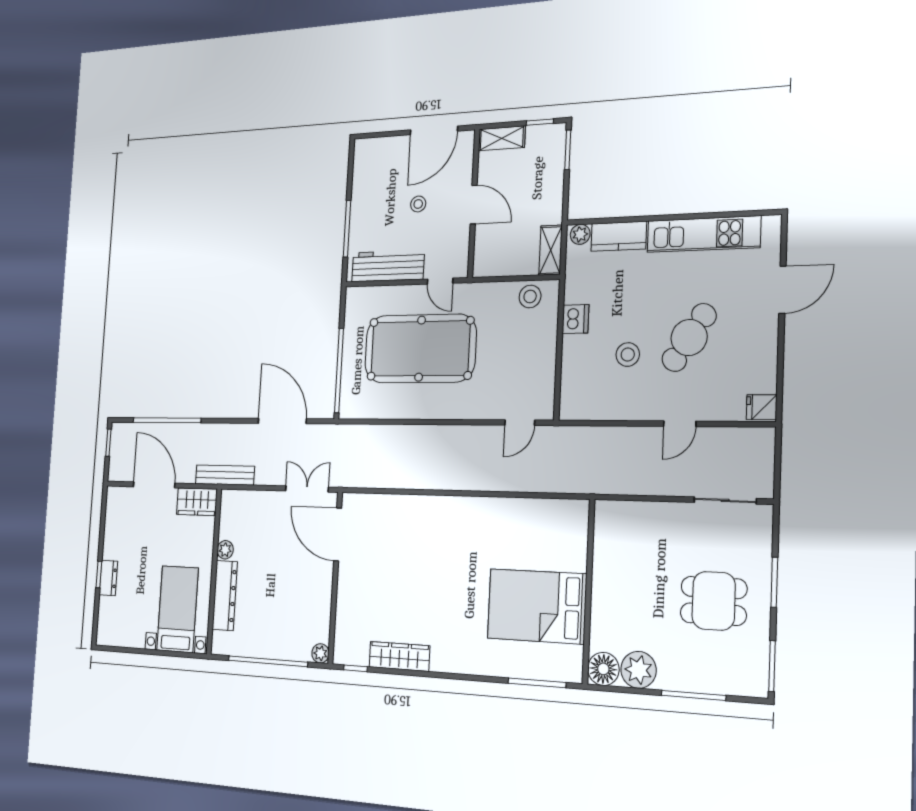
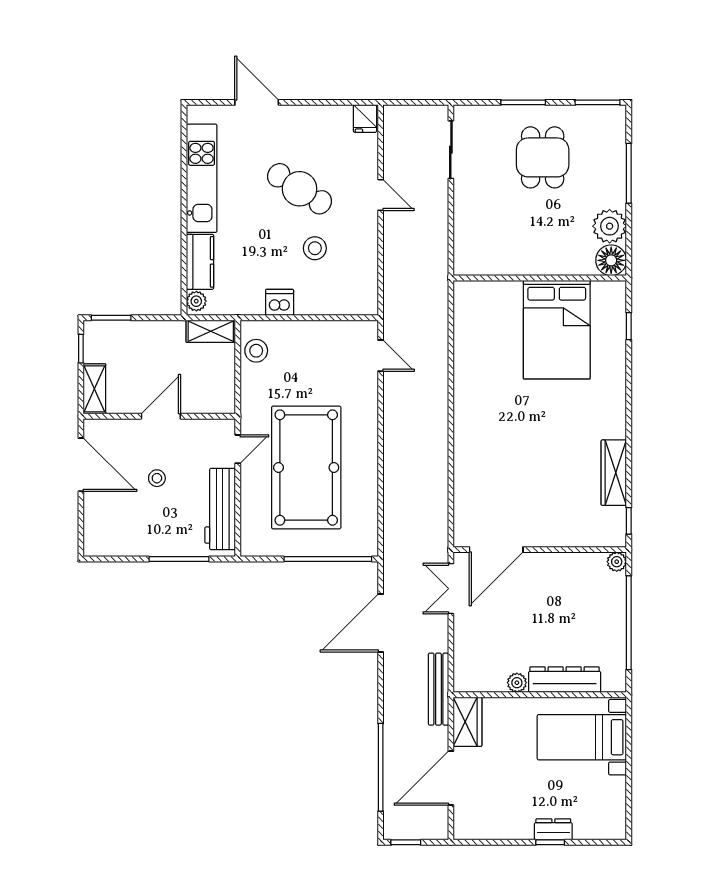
window: (537, 683) -> (629, 326), width x0.46

